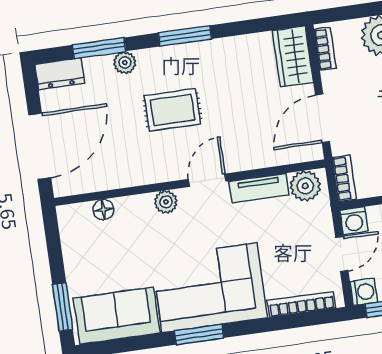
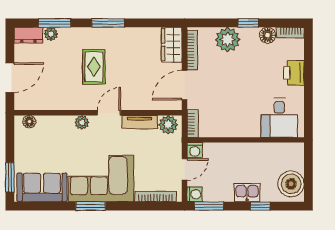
bookcase: (325, 49) -> (192, 50), width x1.56
plant: (125, 63) -> (51, 34), moved
rug: (172, 110) -> (94, 67), turned 90
door: (40, 146) -> (10, 78), width x0.73
floor lamp: (103, 210) -> (29, 122), moved

